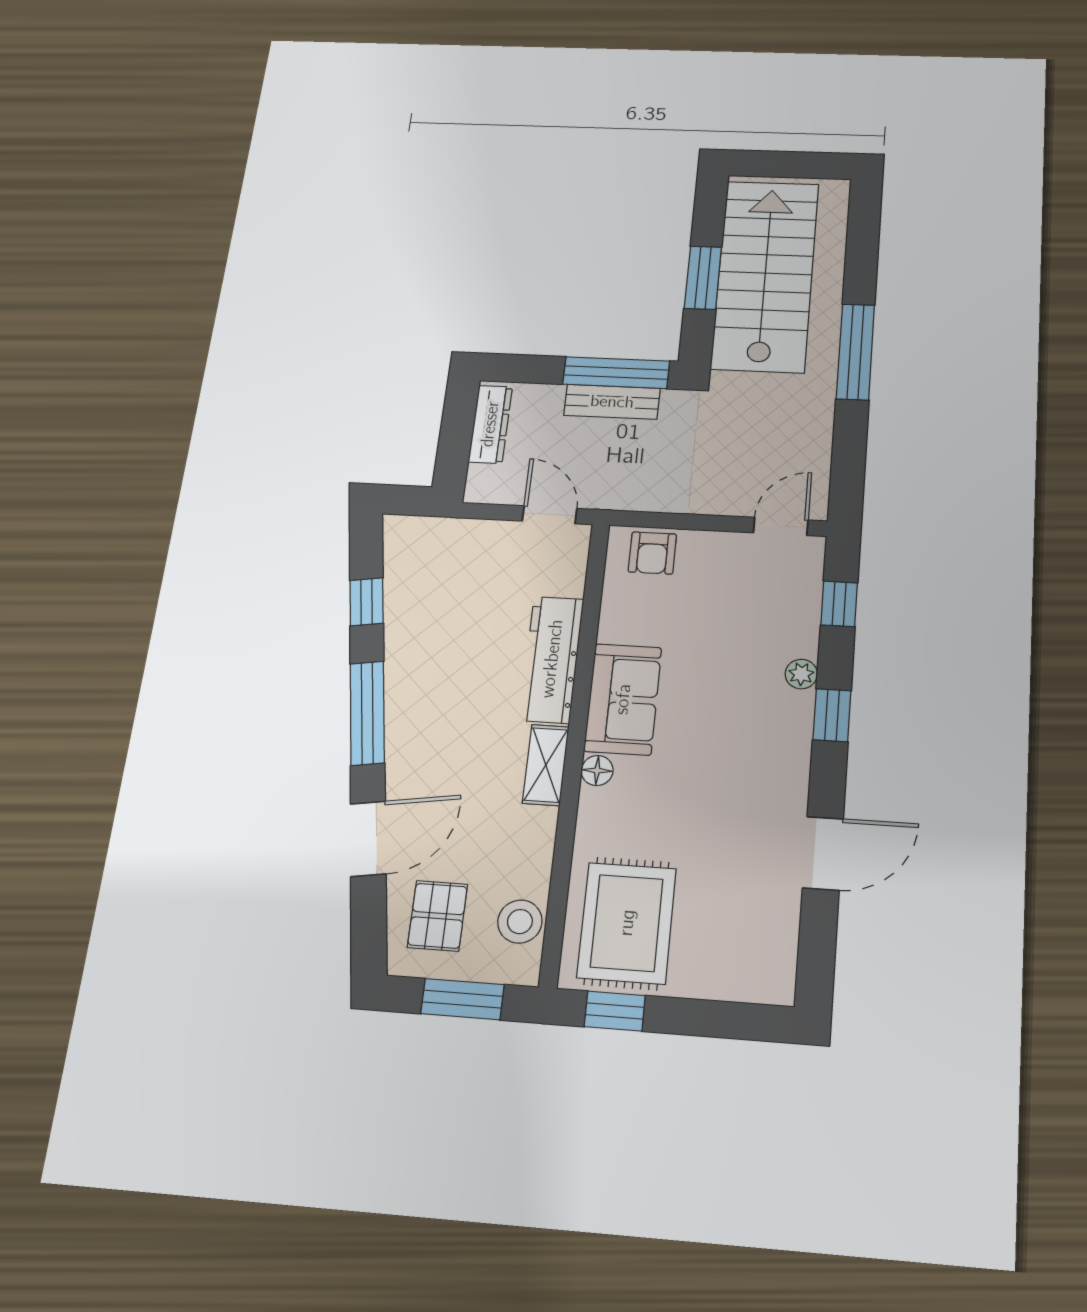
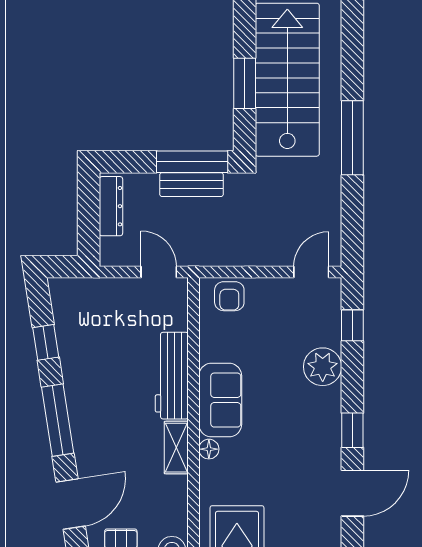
plant: (801, 674) -> (323, 367), width x1.88, depth x1.88
window: (832, 715) -> (352, 430), moved

